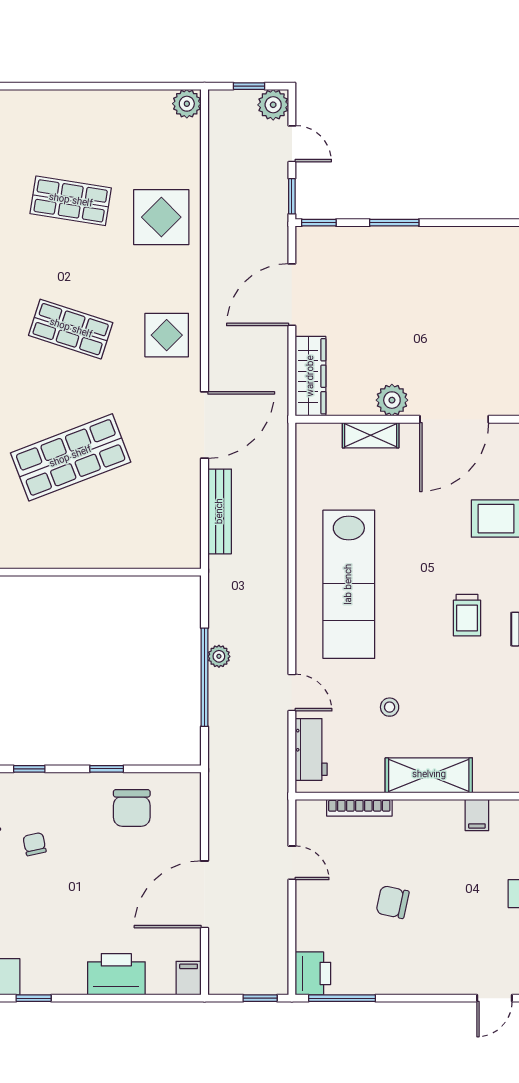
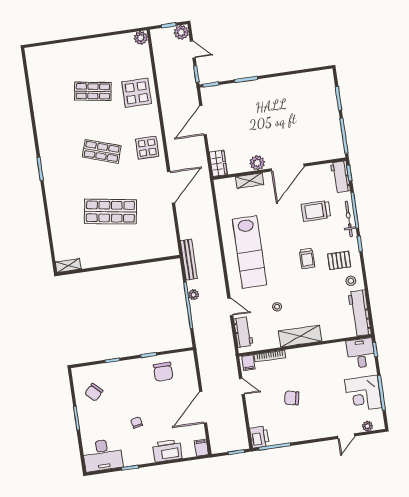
wardrobe: (311, 376) -> (218, 163), width x0.67
shop shelf: (71, 457) -> (110, 212), turned 30
bench: (220, 511) -> (189, 260), moved
filing cabinet: (477, 815) -> (248, 363), moved
chair: (35, 844) -> (137, 423), moved

